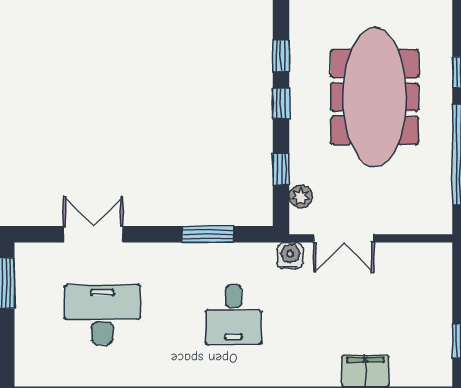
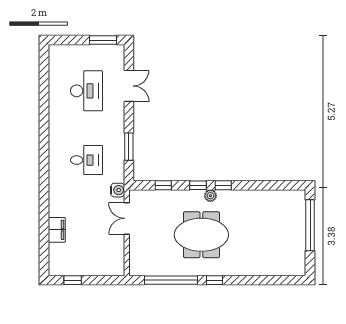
meeting table: (375, 97) -> (201, 235), width x0.73
plant: (301, 197) -> (210, 196), moved
desk: (233, 315) -> (86, 160), turned 180

